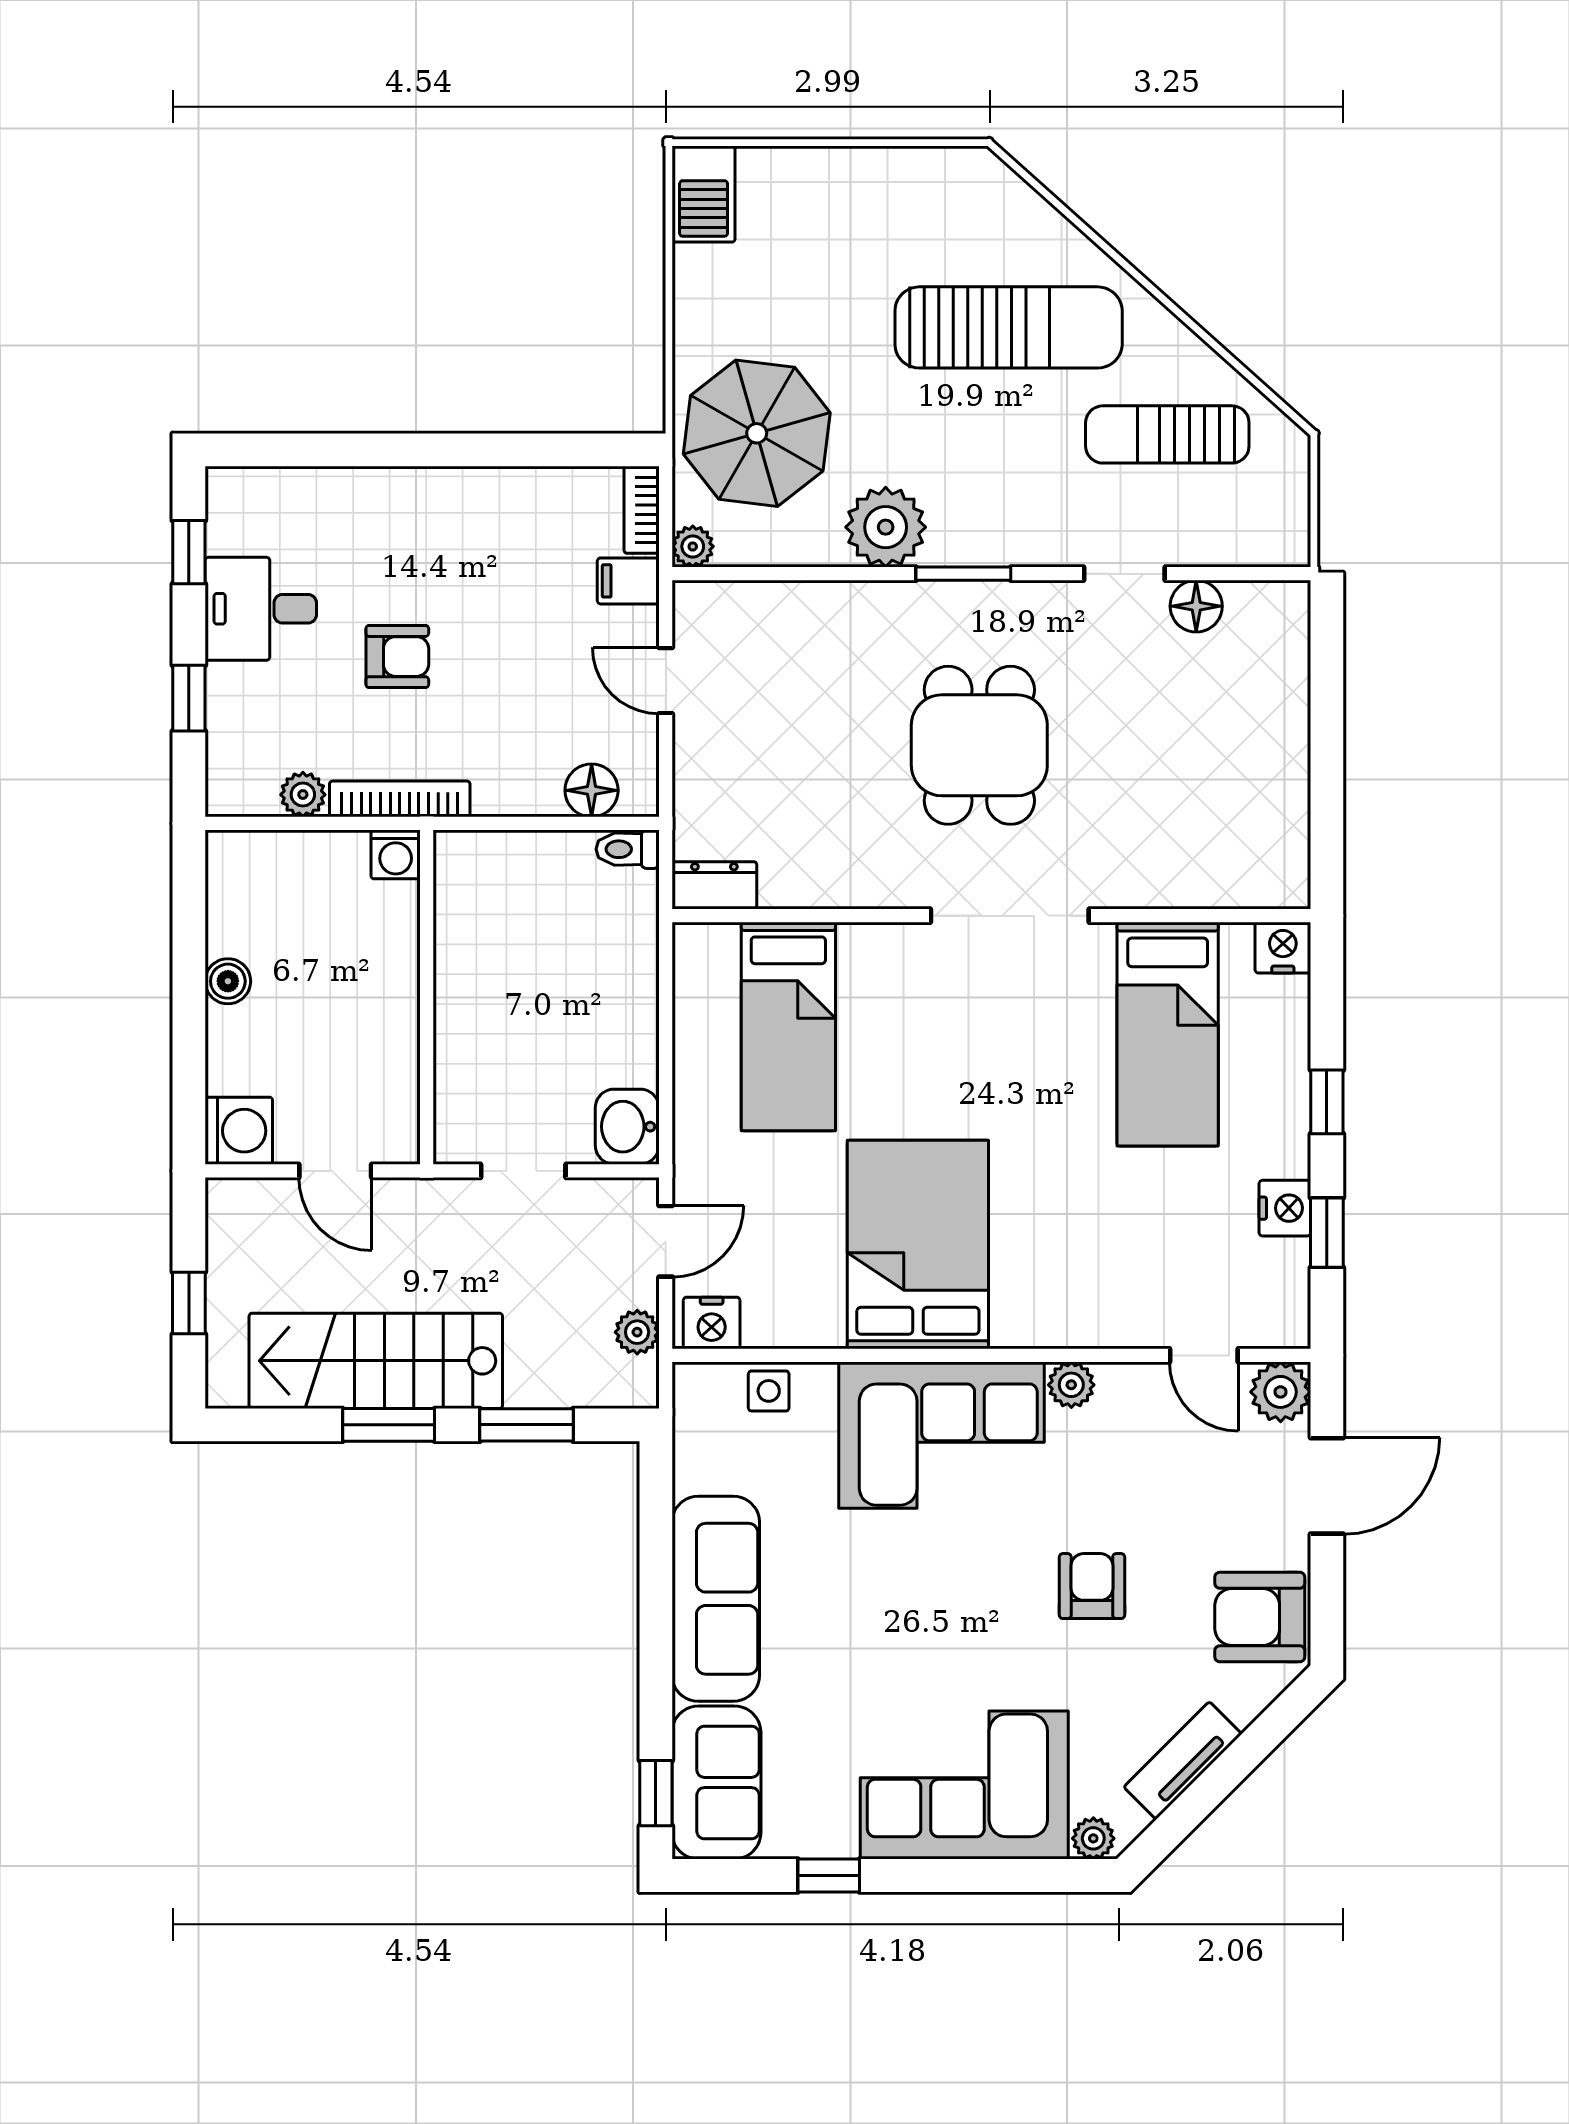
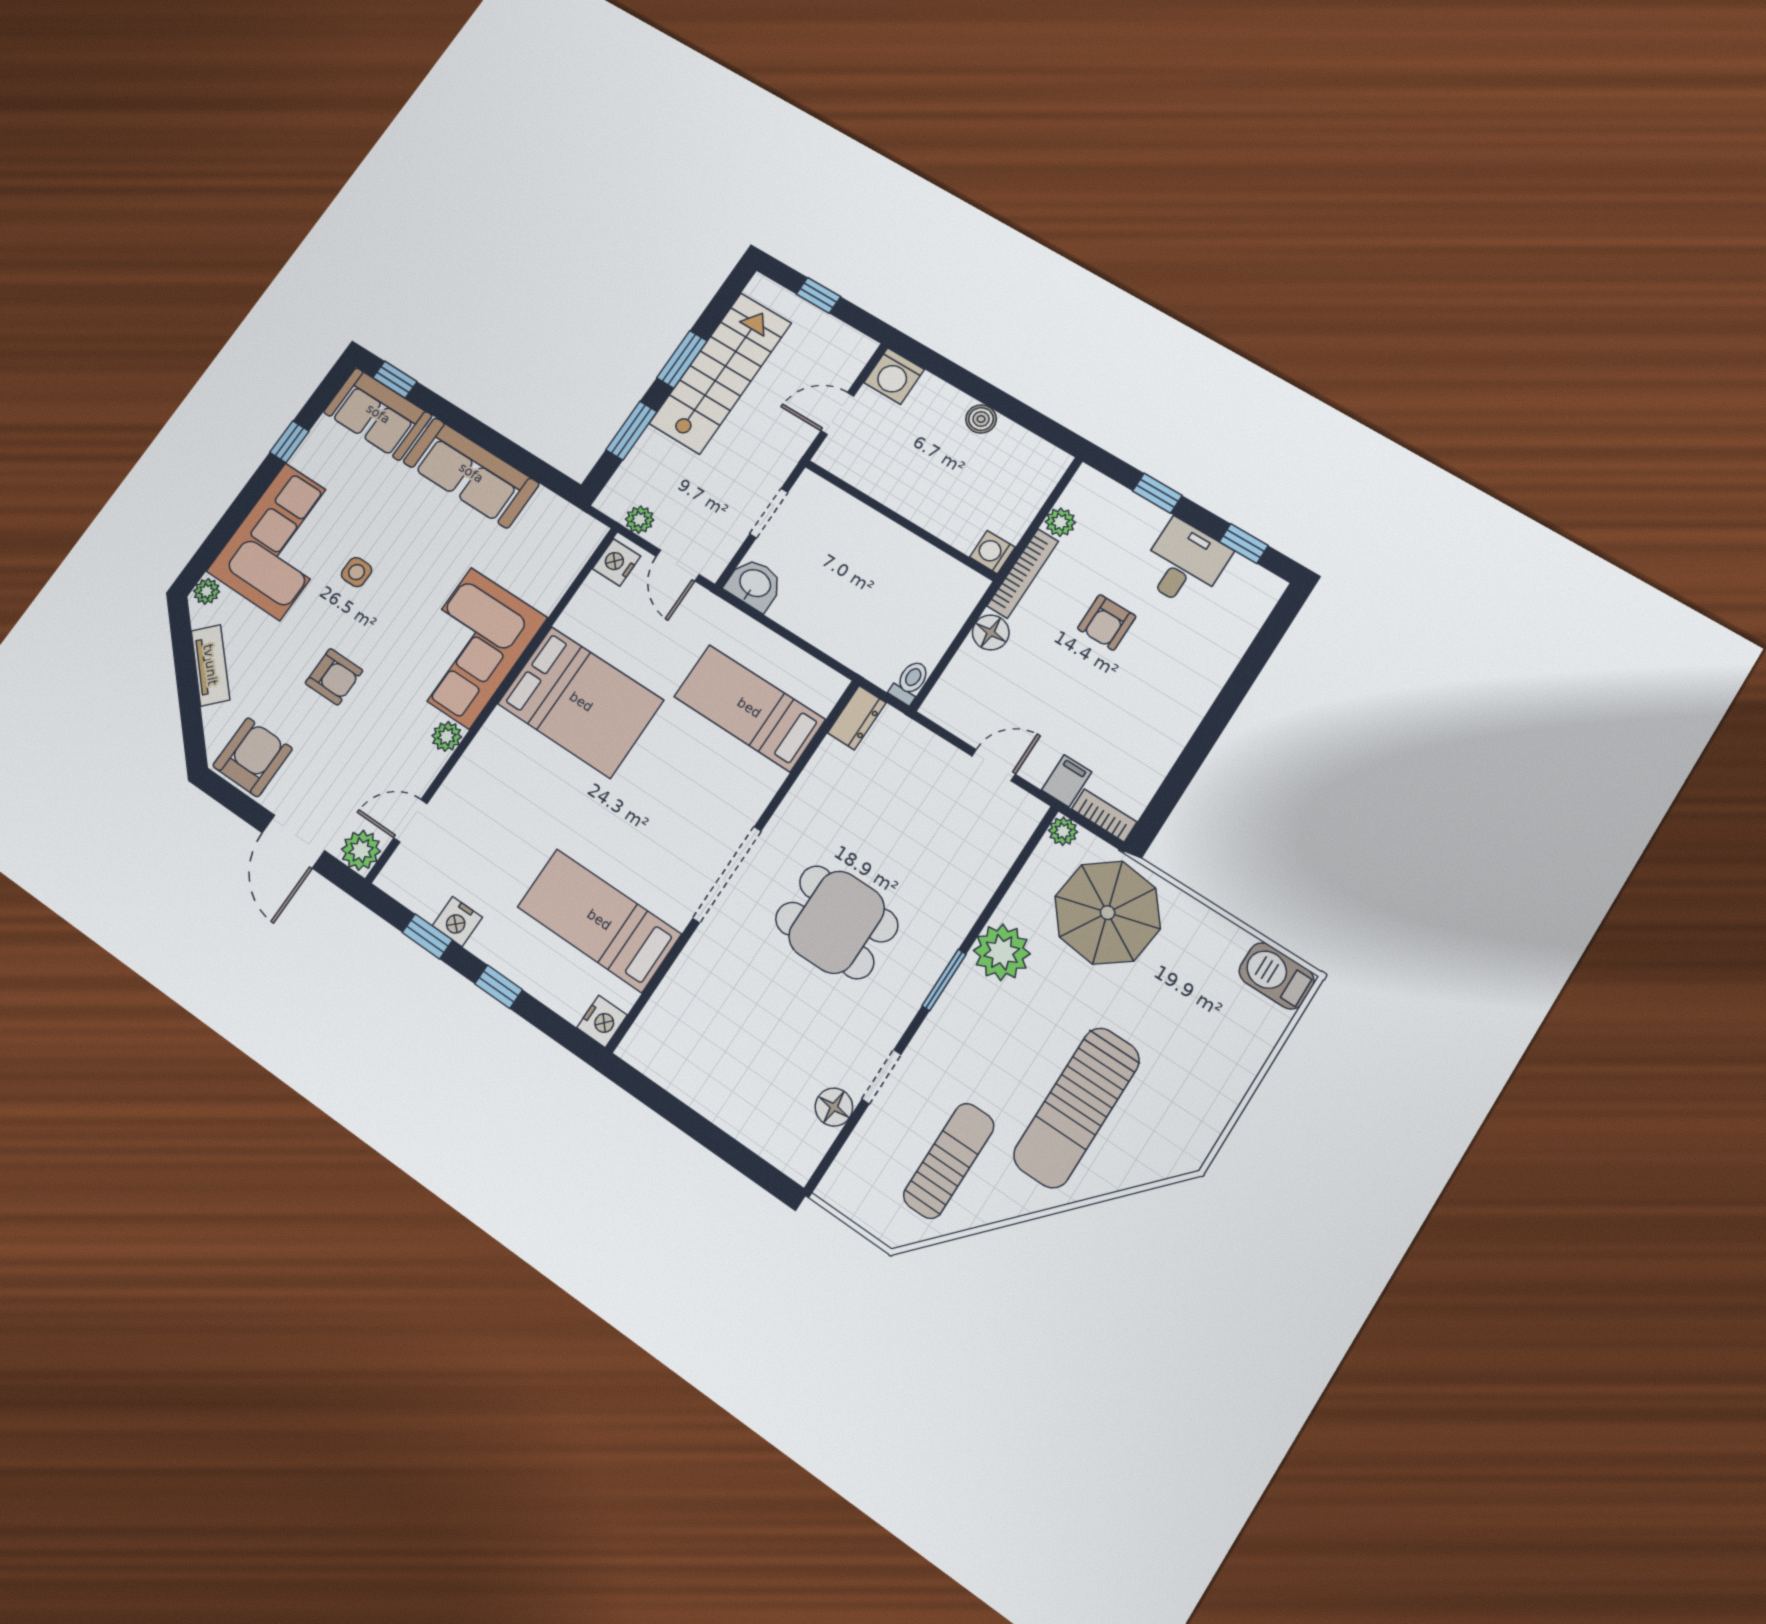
floor lamp: (592, 790) -> (991, 632), moved
side table: (769, 1391) -> (357, 572), moved

